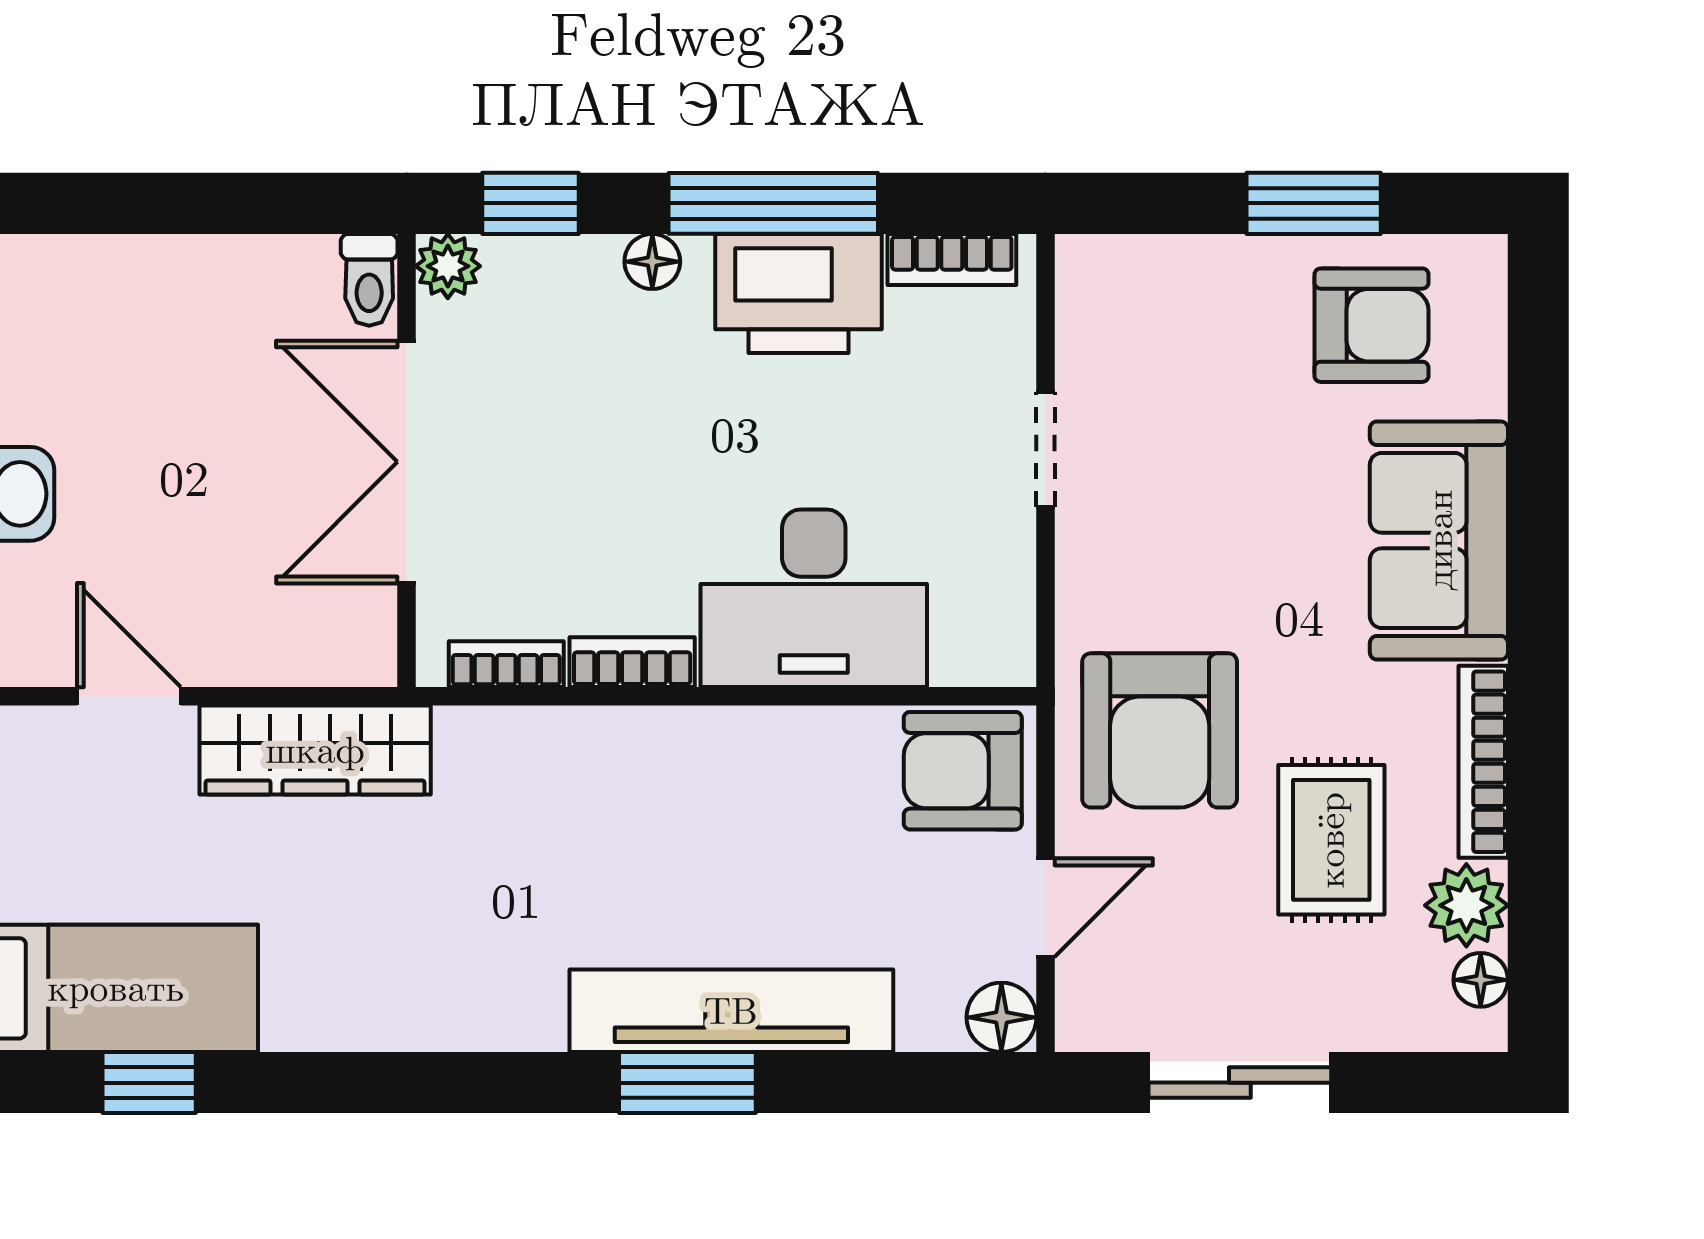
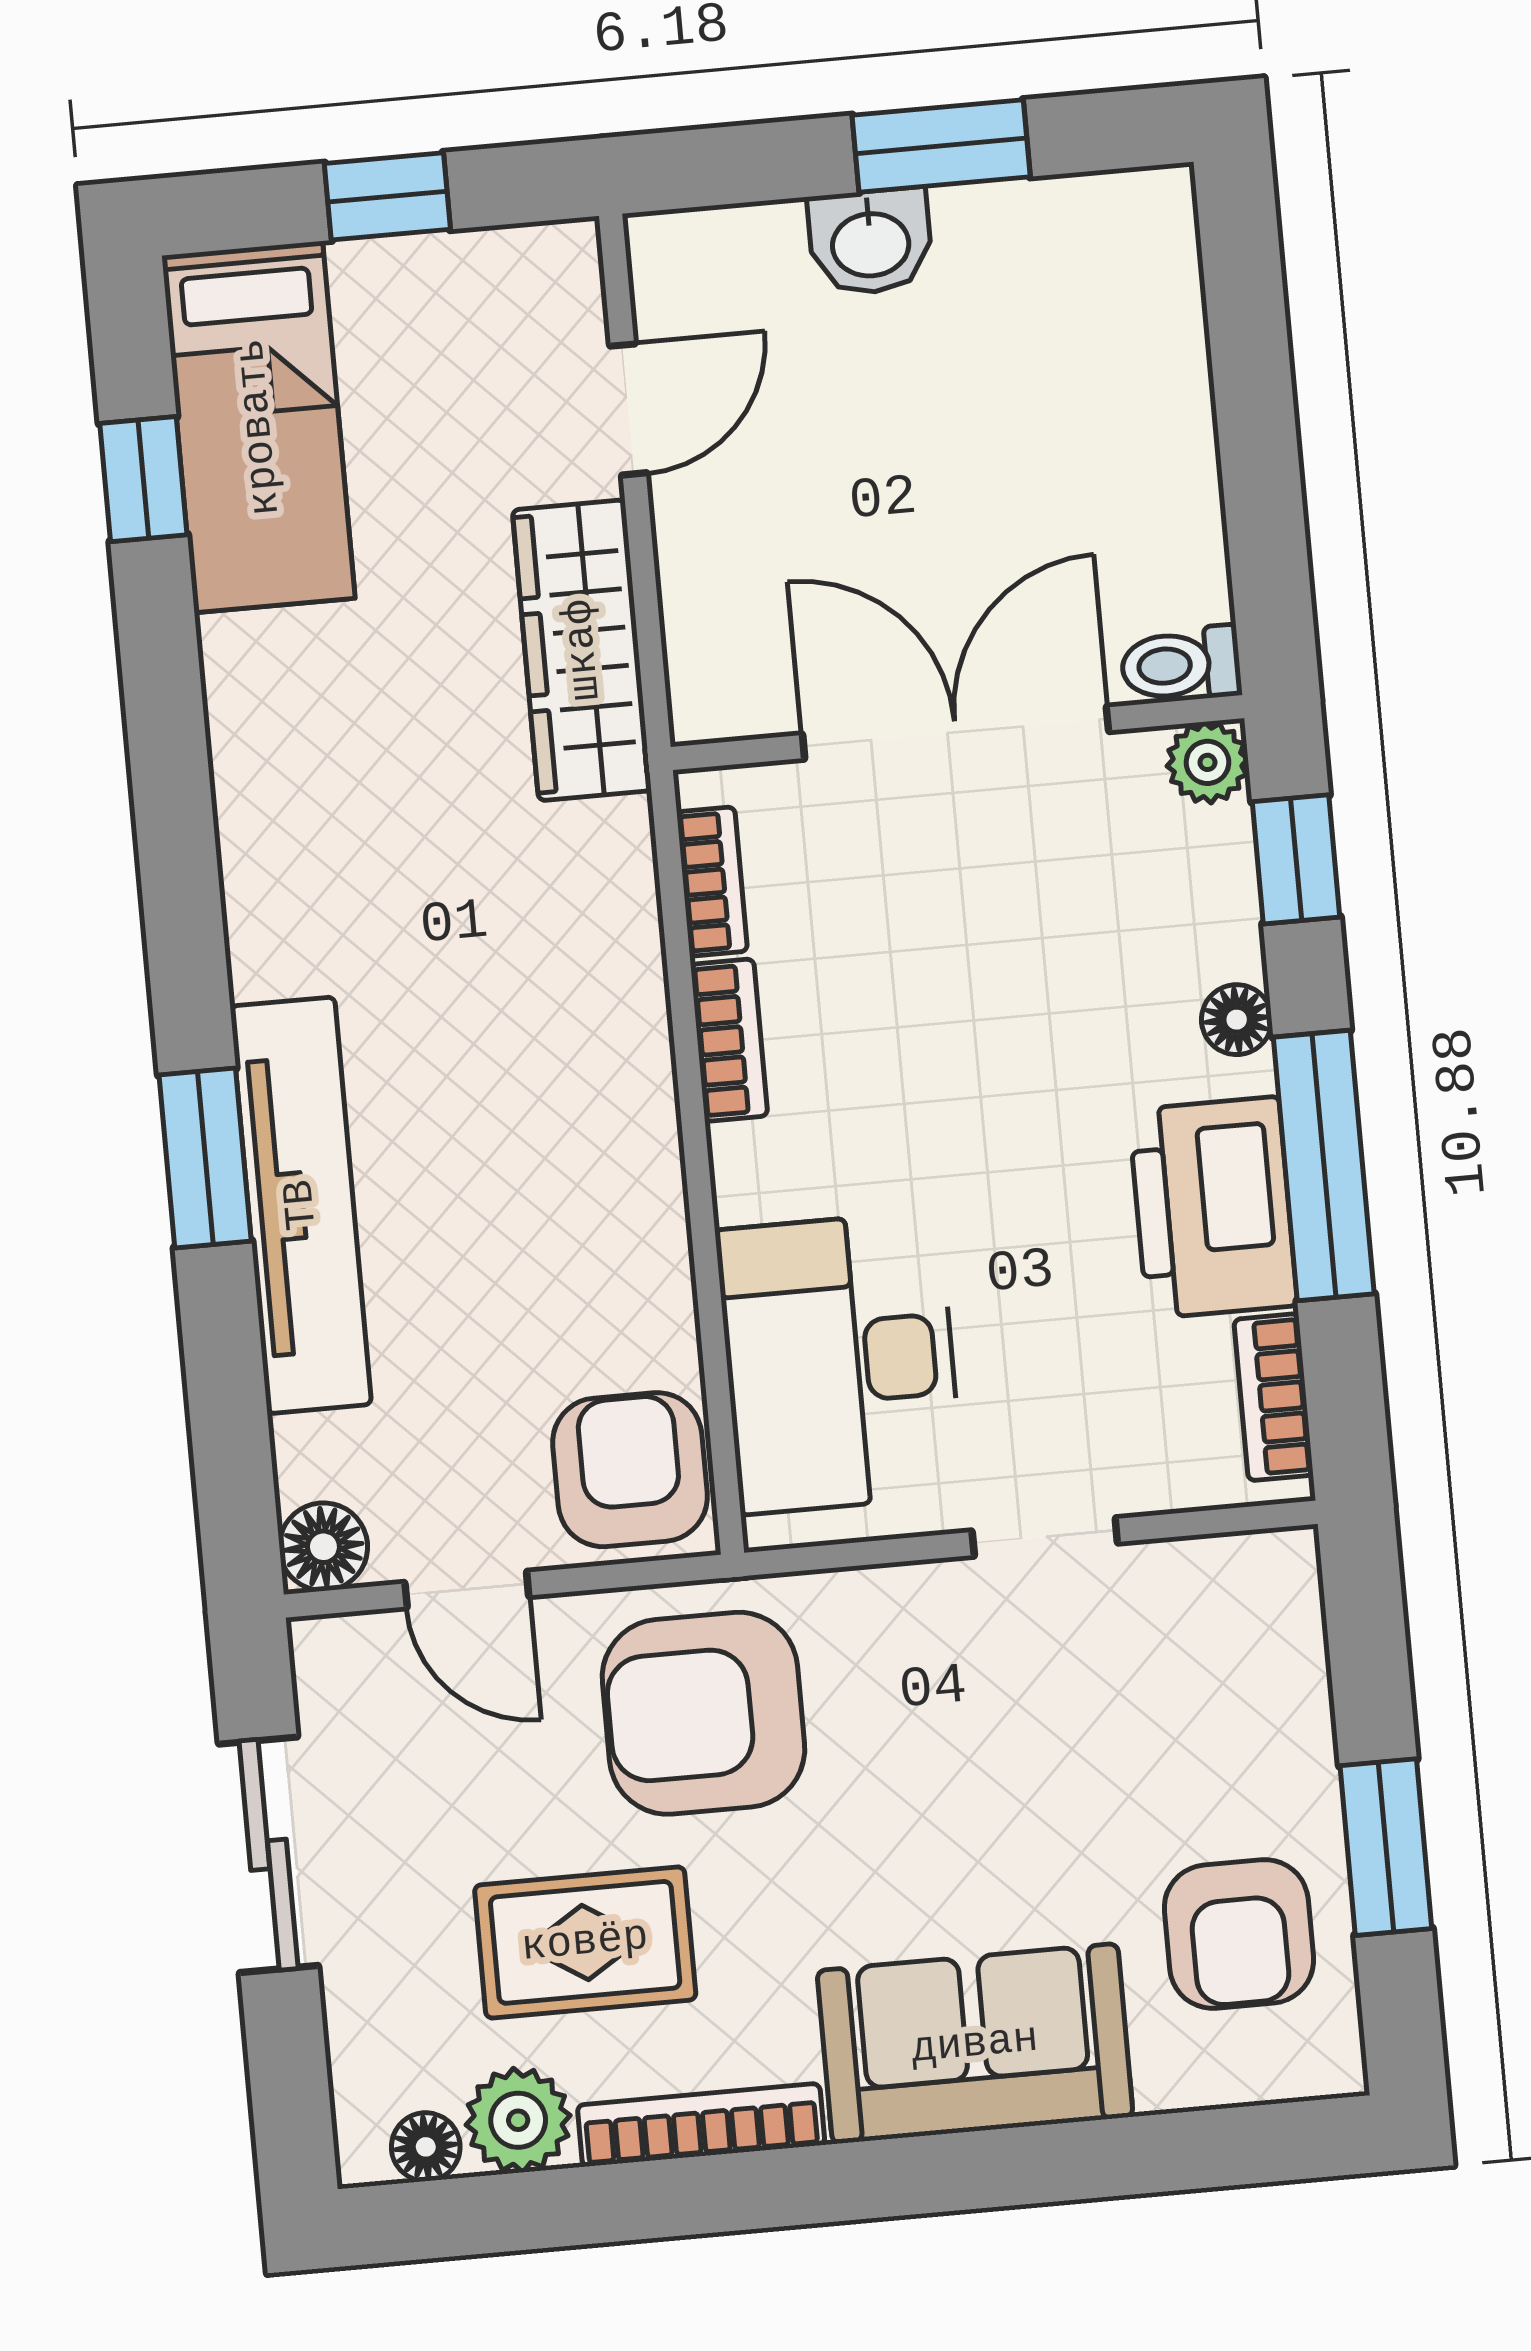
desk: (814, 598) -> (840, 1363), moved

